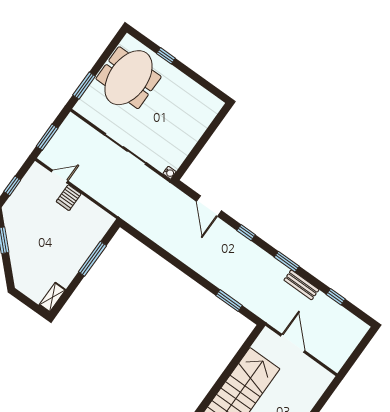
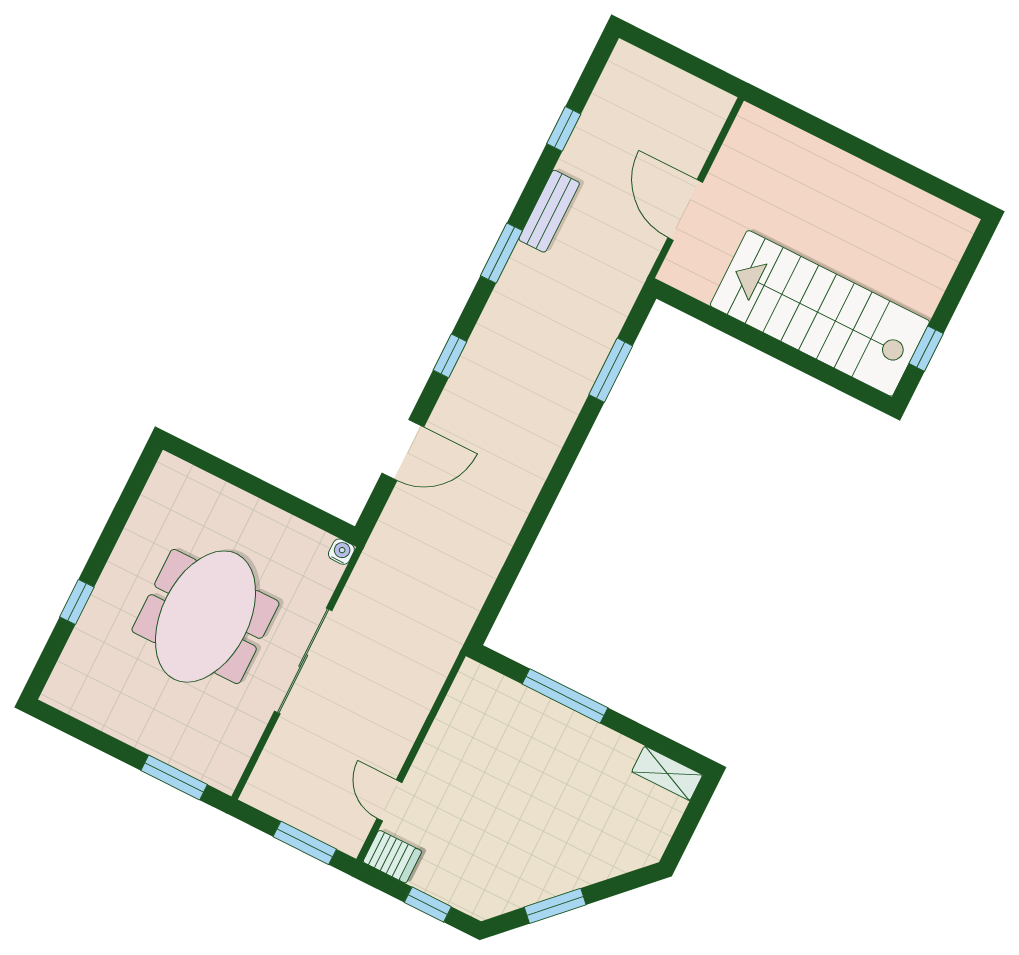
meeting table: (129, 78) -> (205, 617), moved, turned 90
server rack: (69, 198) -> (392, 857), moved
door: (293, 343) -> (685, 210), hinge flipped

